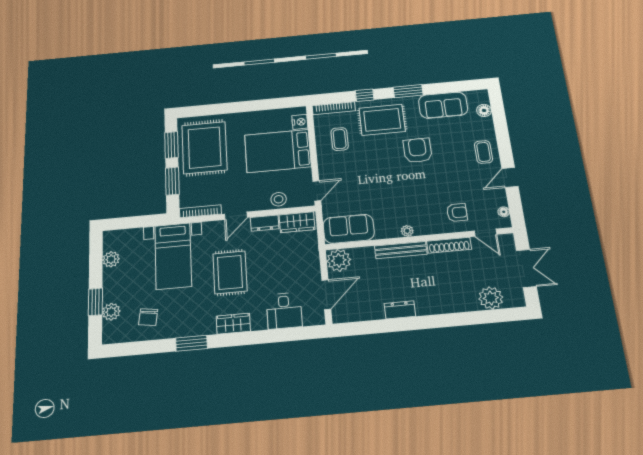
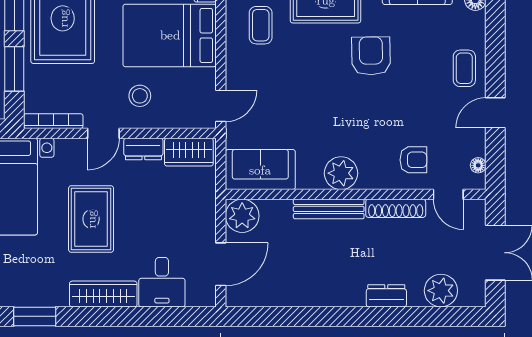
stool: (279, 199) -> (140, 96), moved
plant: (407, 231) -> (341, 173), width x1.87, depth x1.87
dresser: (400, 310) -> (386, 296), moved
wardrobe: (233, 324) -> (103, 294), width x1.50

